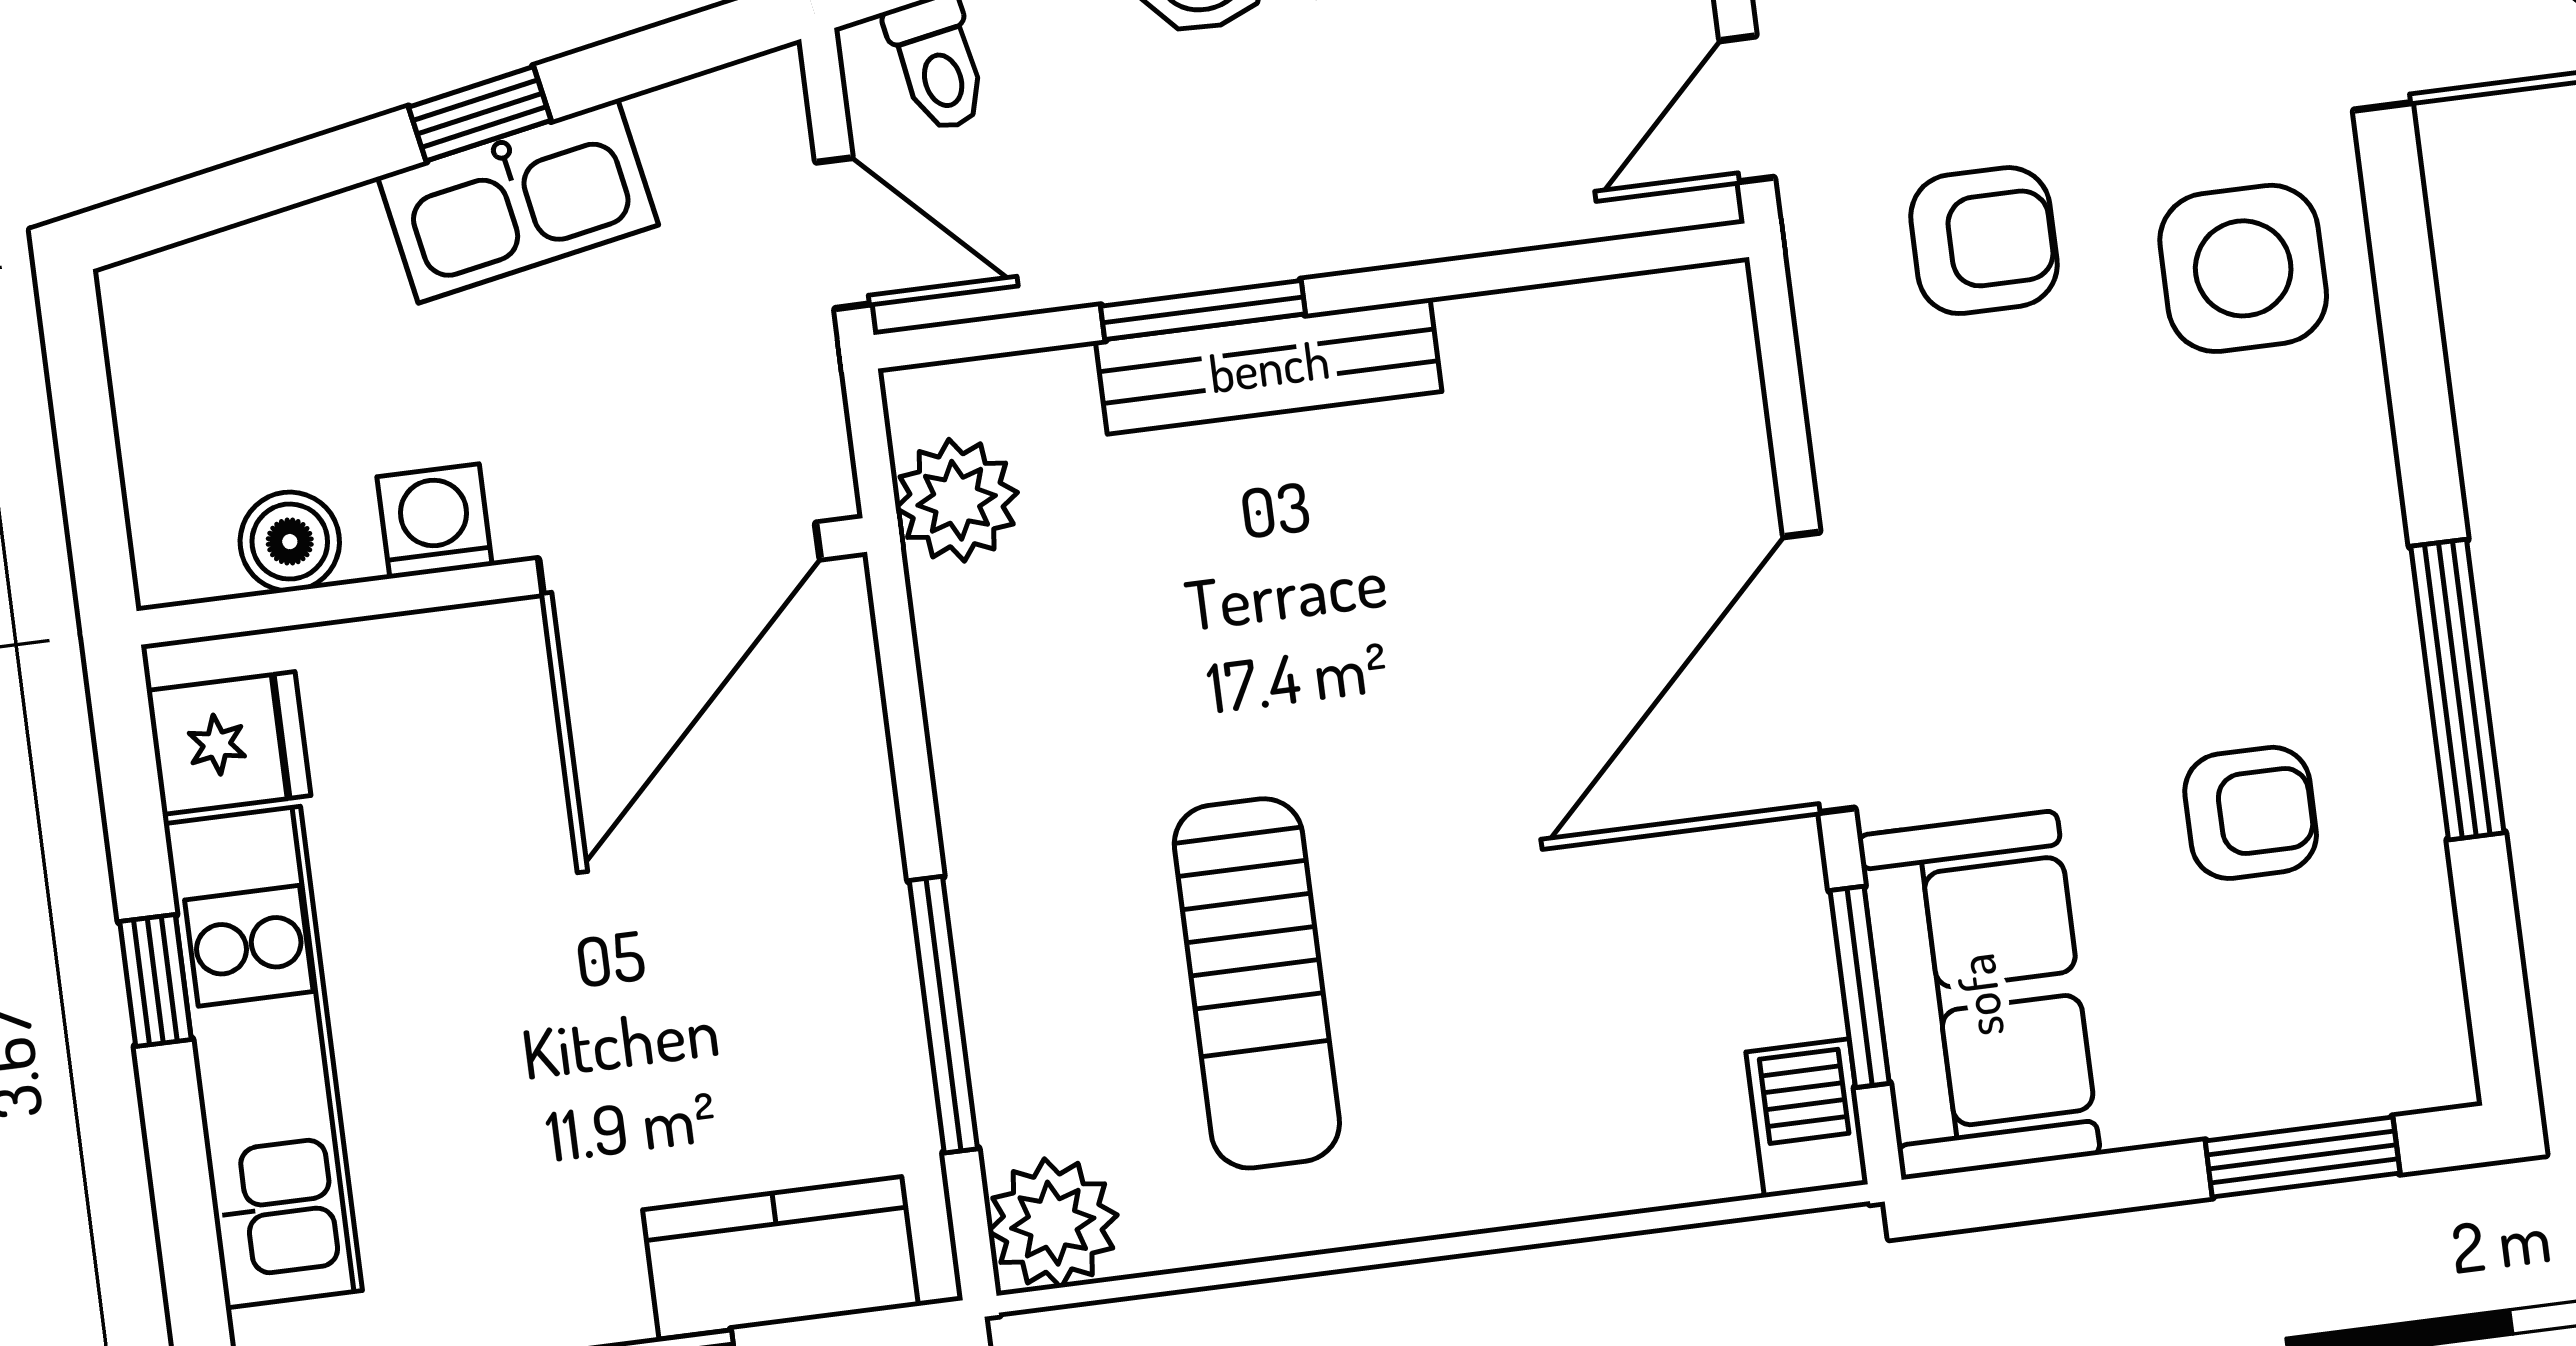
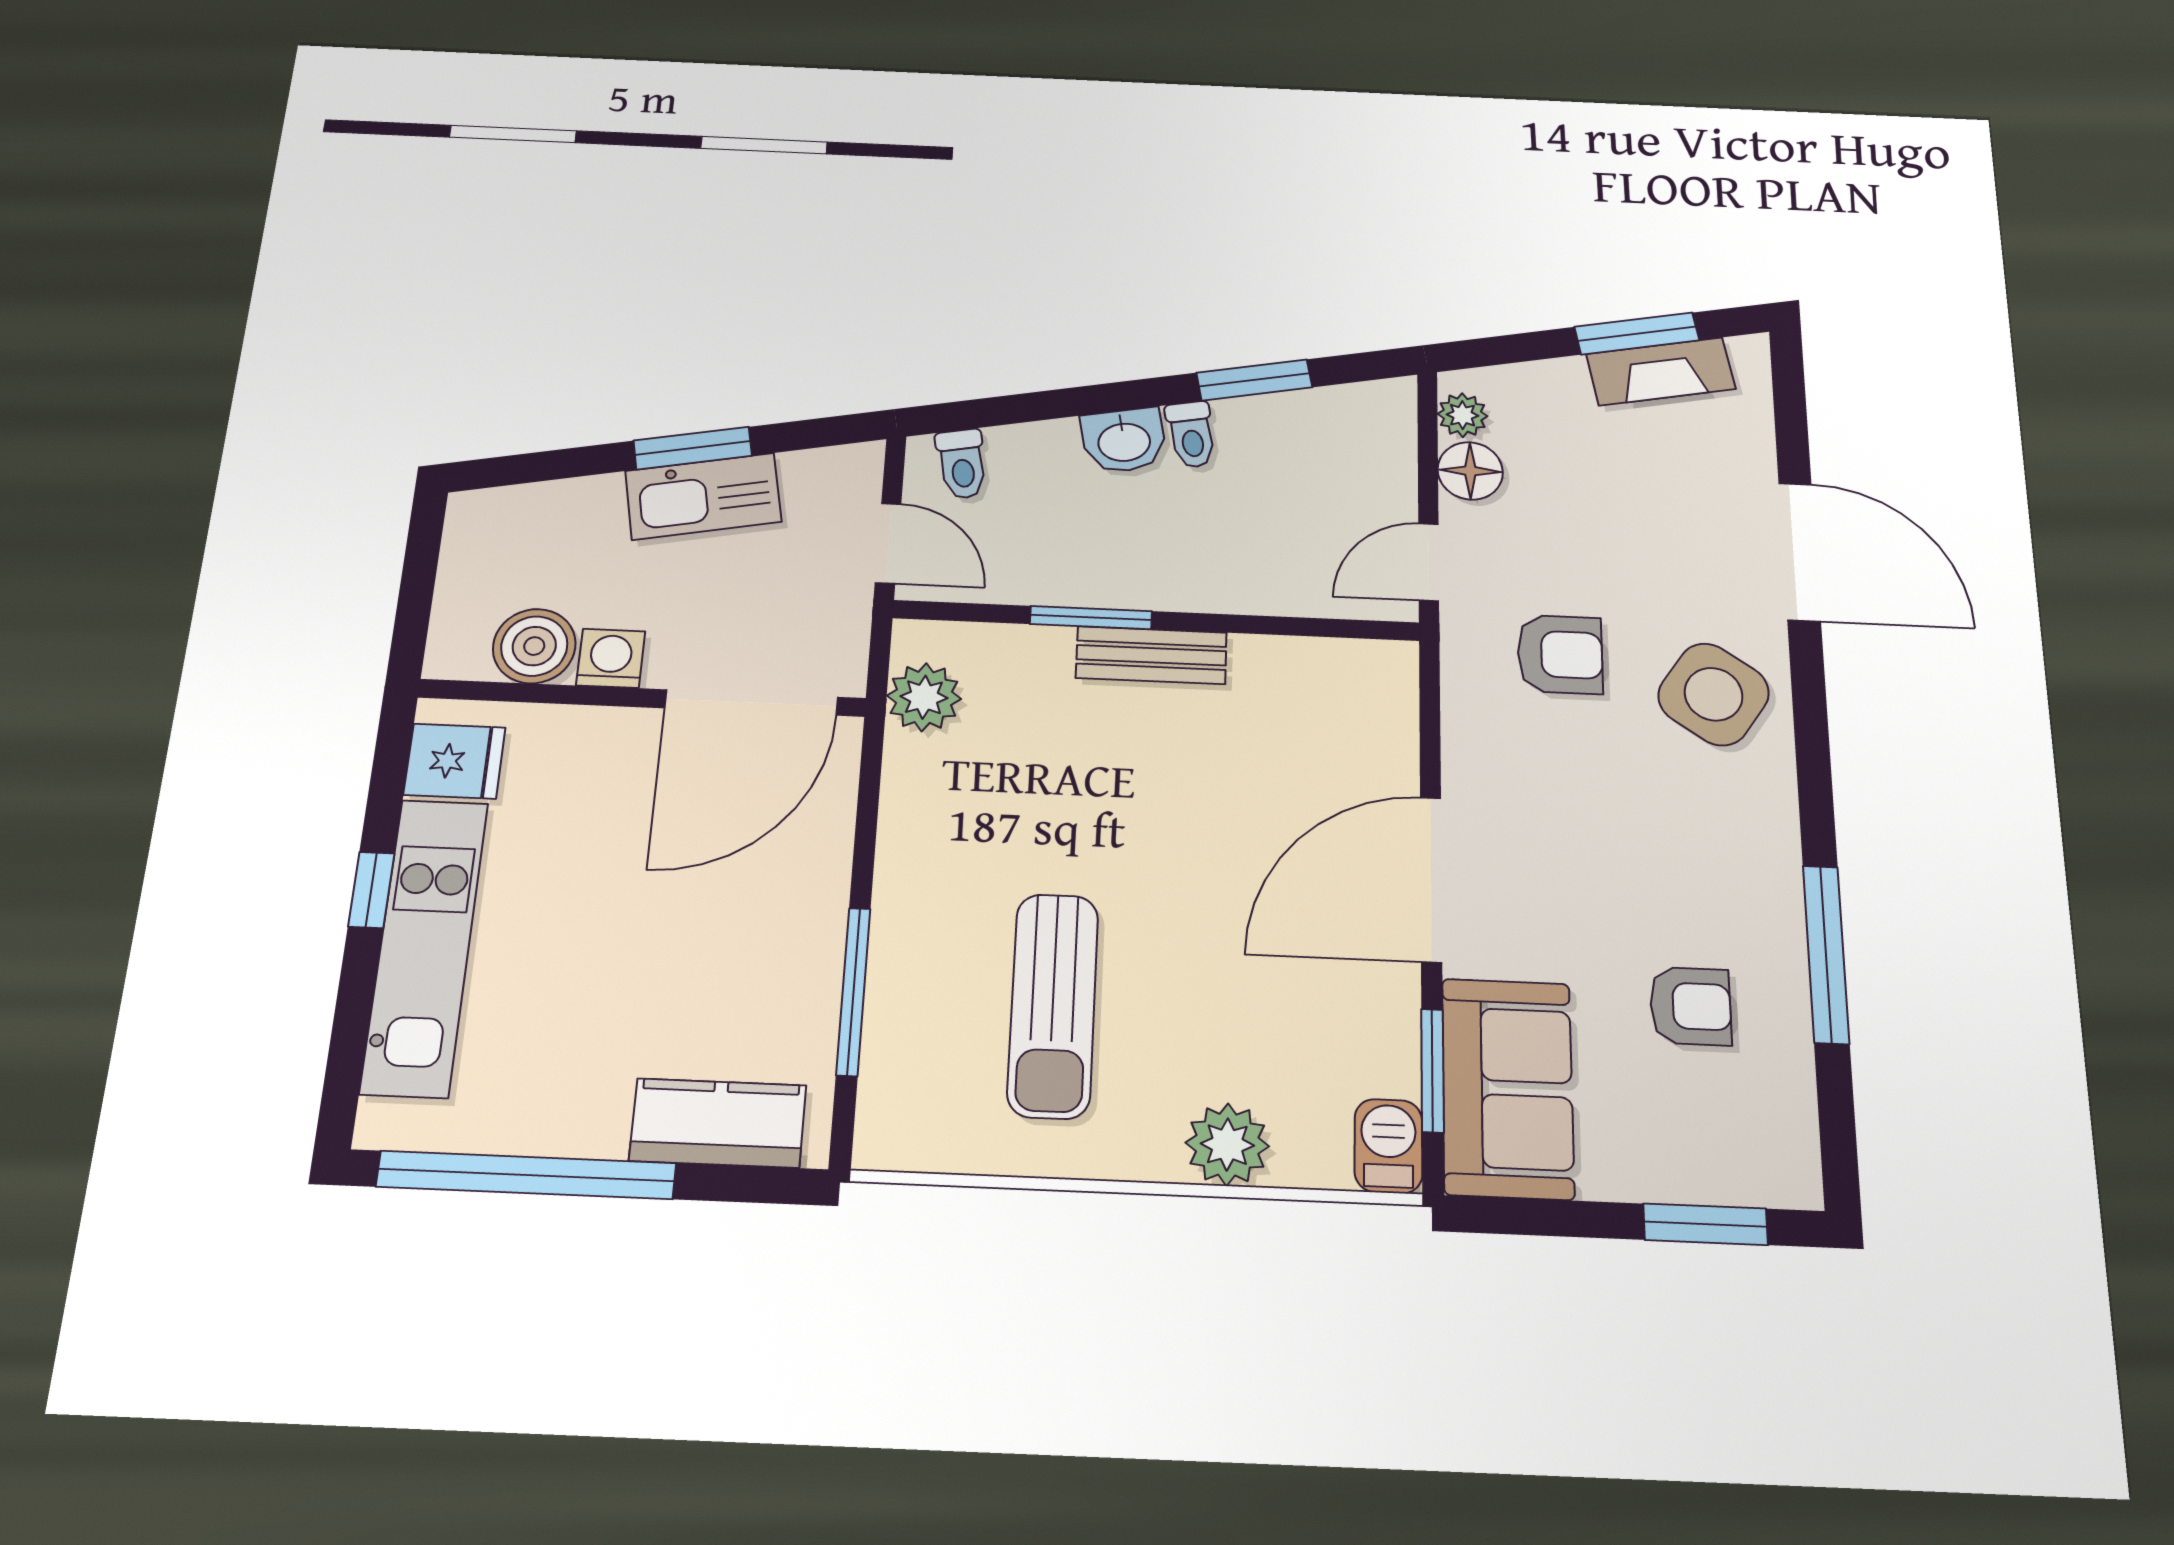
window: (480, 114) -> (693, 448), width x1.50
side table: (2243, 268) -> (1714, 694), turned 34
bench: (1269, 366) -> (1151, 655), width x0.73
boiler: (290, 542) -> (534, 646), width x1.36, depth x1.36
plant: (1053, 1223) -> (1227, 1145), moved

